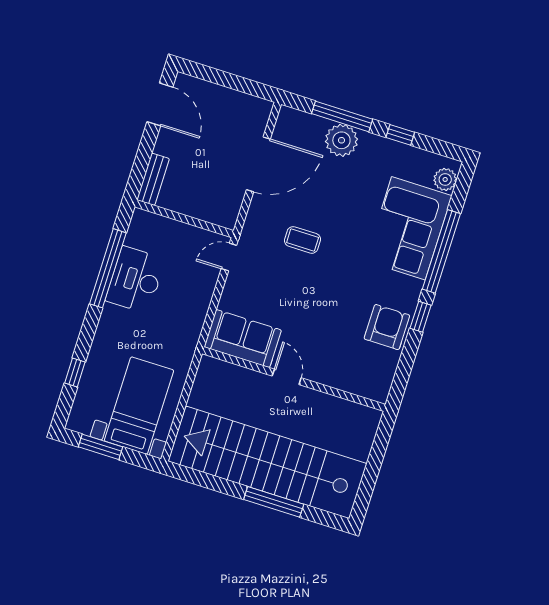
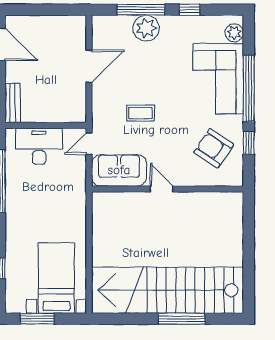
door: (258, 164) -> (89, 66), width x0.73
desk: (135, 280) -> (39, 146), moved, turned 90
armchair: (387, 327) -> (214, 148), moved, turned -56
sofa: (243, 339) -> (119, 170), moved
door: (287, 377) -> (162, 189), moved
wall: (294, 379) -> (167, 189), moved

